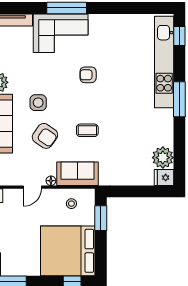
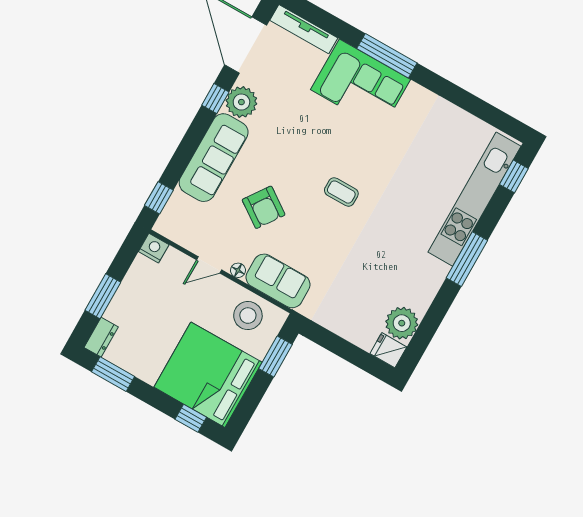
armchair: (88, 75) -> (365, 159), removed
side table: (38, 103) -> (279, 159), removed
coffee table: (87, 130) -> (341, 192), moved
stool: (71, 204) -> (248, 316), width x1.89, depth x1.89

